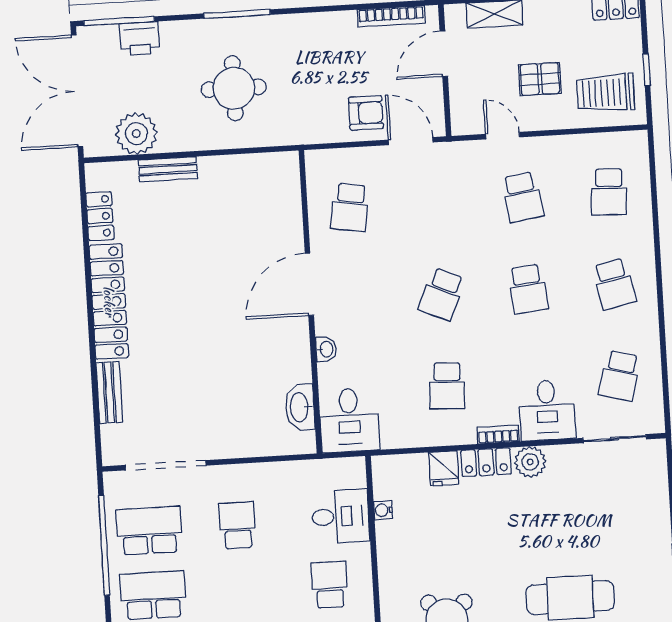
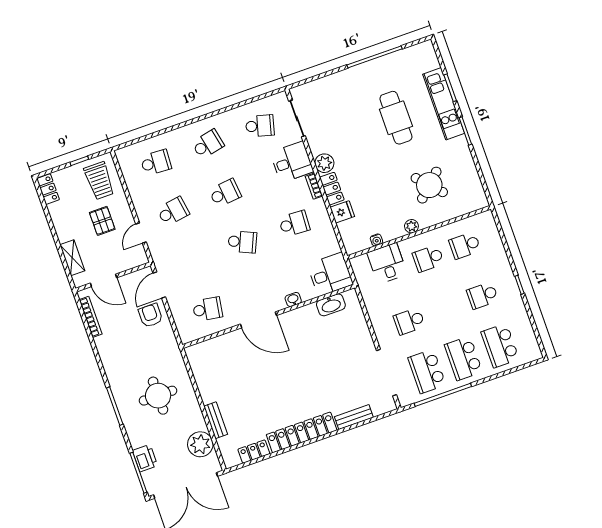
plant: (389, 573) -> (411, 226), added

